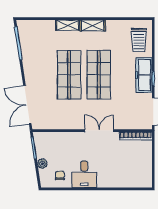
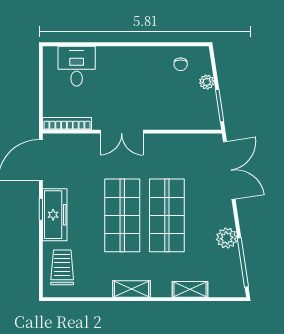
shelving: (68, 25) -> (190, 289), moved
plant: (29, 60) -> (227, 238), added
desk: (84, 174) -> (77, 66), moved

